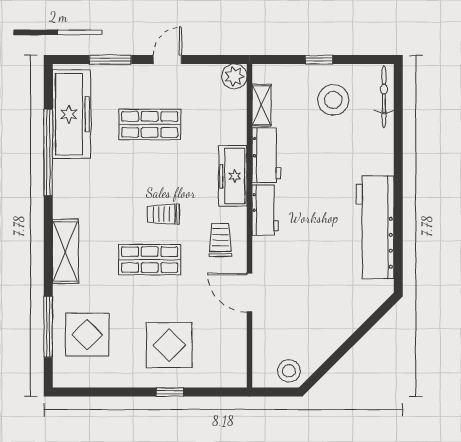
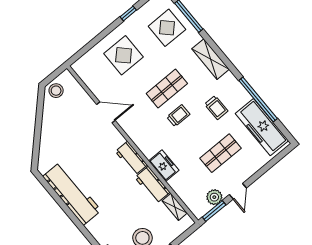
window: (110, 60) -> (214, 211), moved
plant: (234, 76) -> (214, 197), moved
freezer: (233, 176) -> (164, 166), width x0.71
trolley: (220, 240) -> (216, 108), moved
window: (170, 392) -> (128, 13), moved

